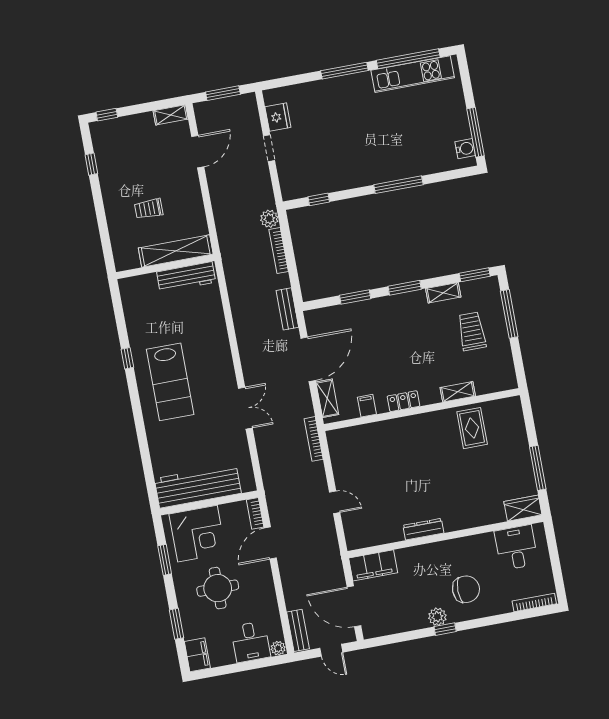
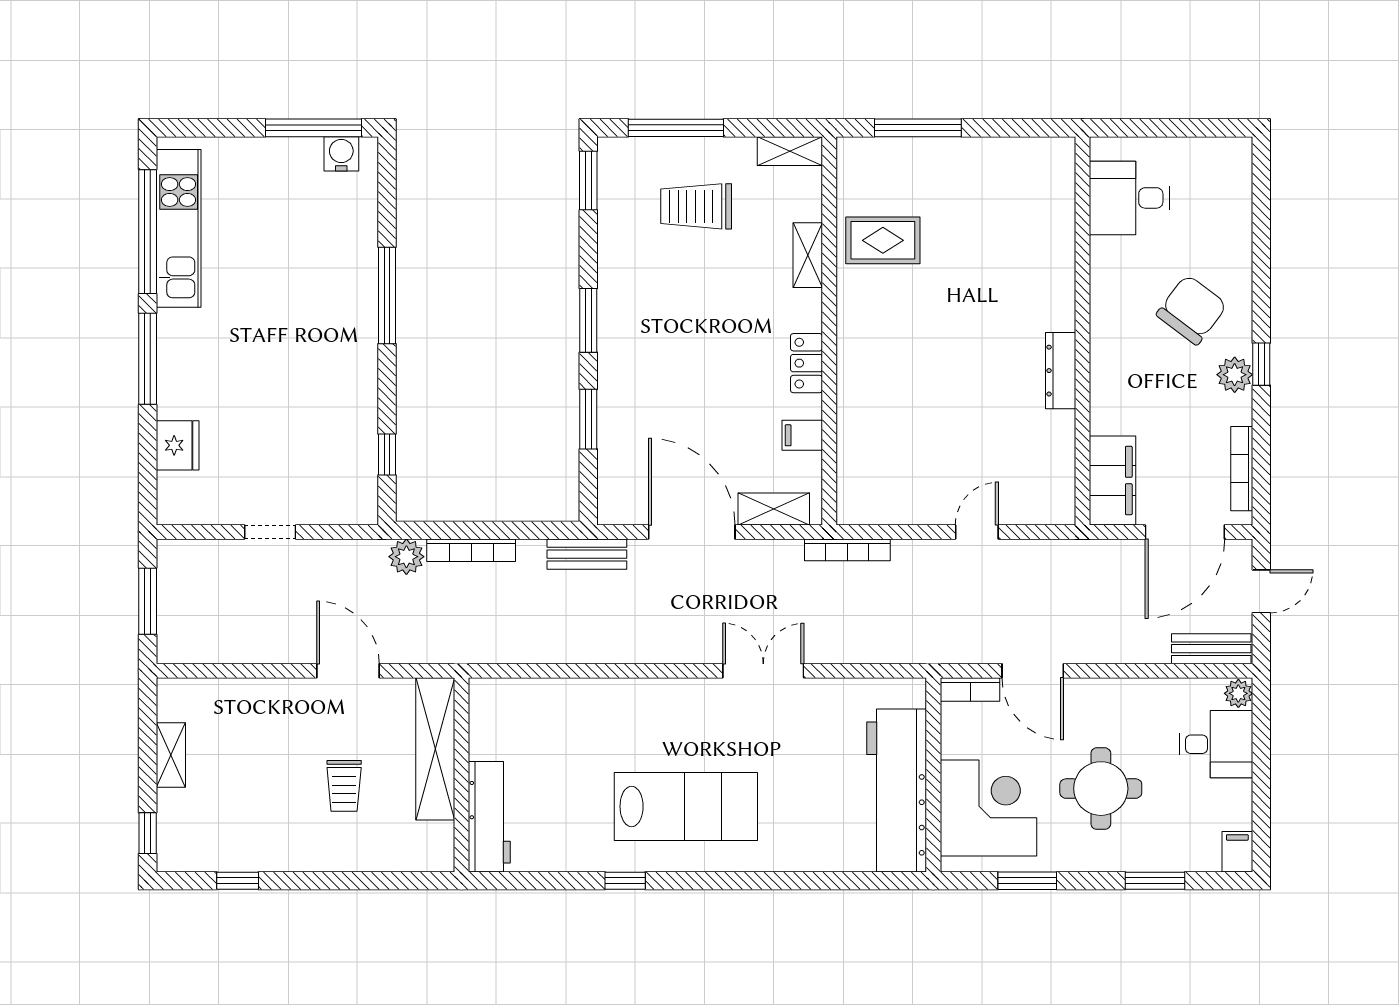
shelving: (171, 115) -> (171, 755), moved
fridge: (278, 117) -> (178, 445), moved, turned 90
door: (198, 152) -> (348, 671), moved
workbench: (186, 277) -> (489, 817), moved
shelving: (443, 293) -> (790, 151), moved, turned 90
window: (538, 468) -> (918, 128), moved
wardrobe: (523, 508) -> (1056, 171), removed
chair: (466, 589) -> (1192, 310), turned 37
bookcase: (534, 602) -> (1242, 469), moved
filing cabinet: (197, 655) -> (1237, 852), width x0.50

